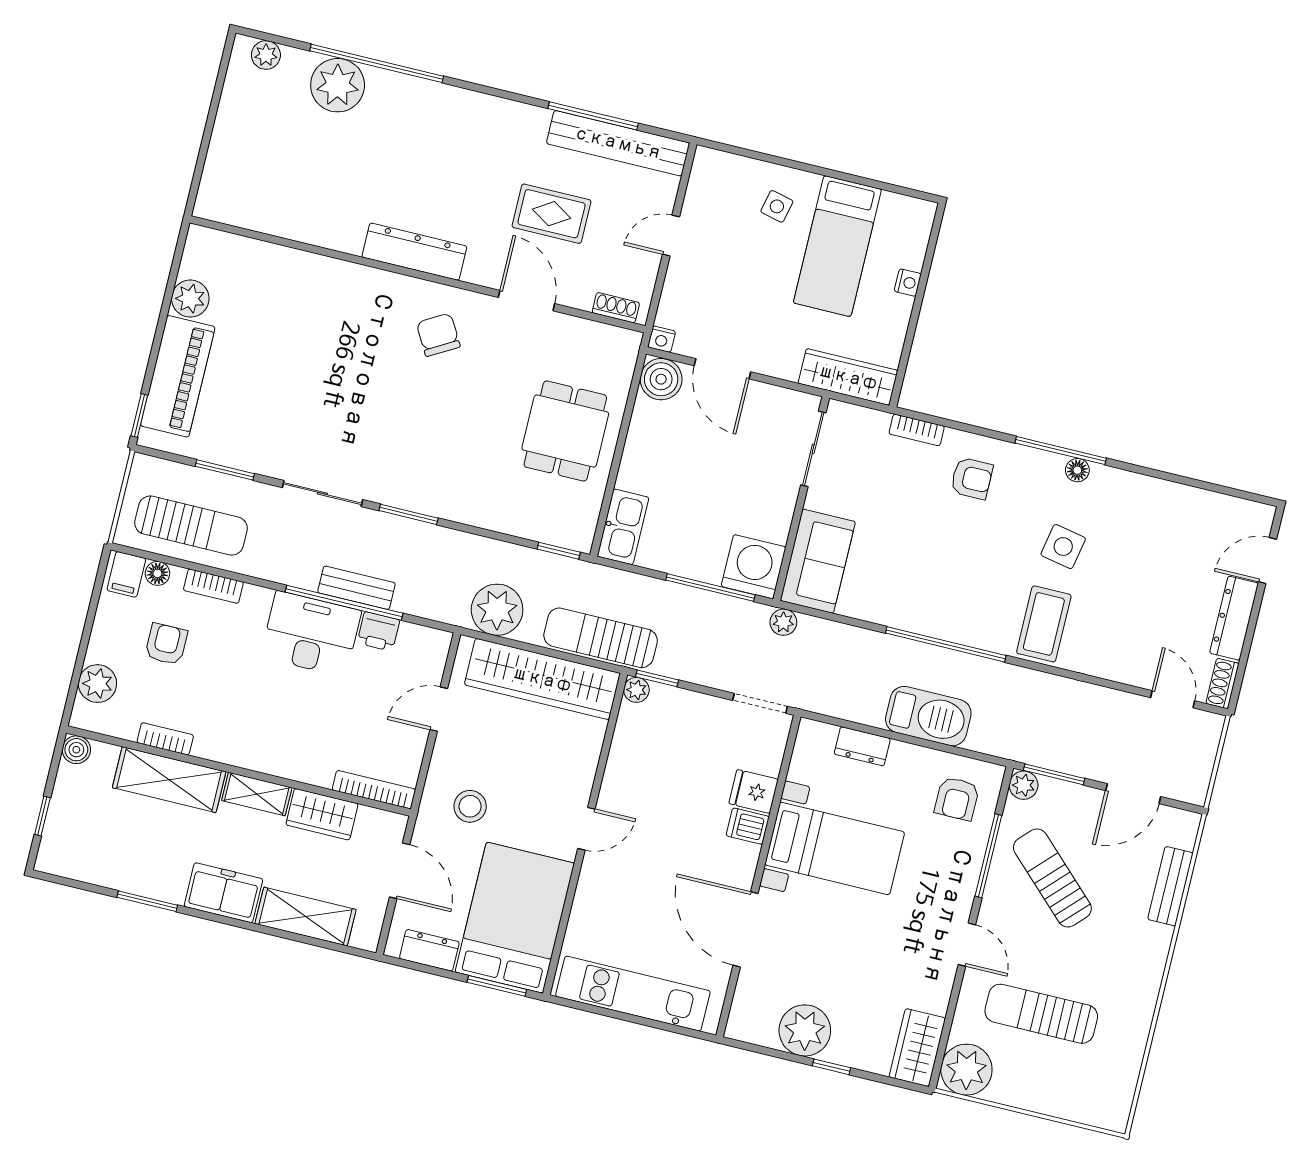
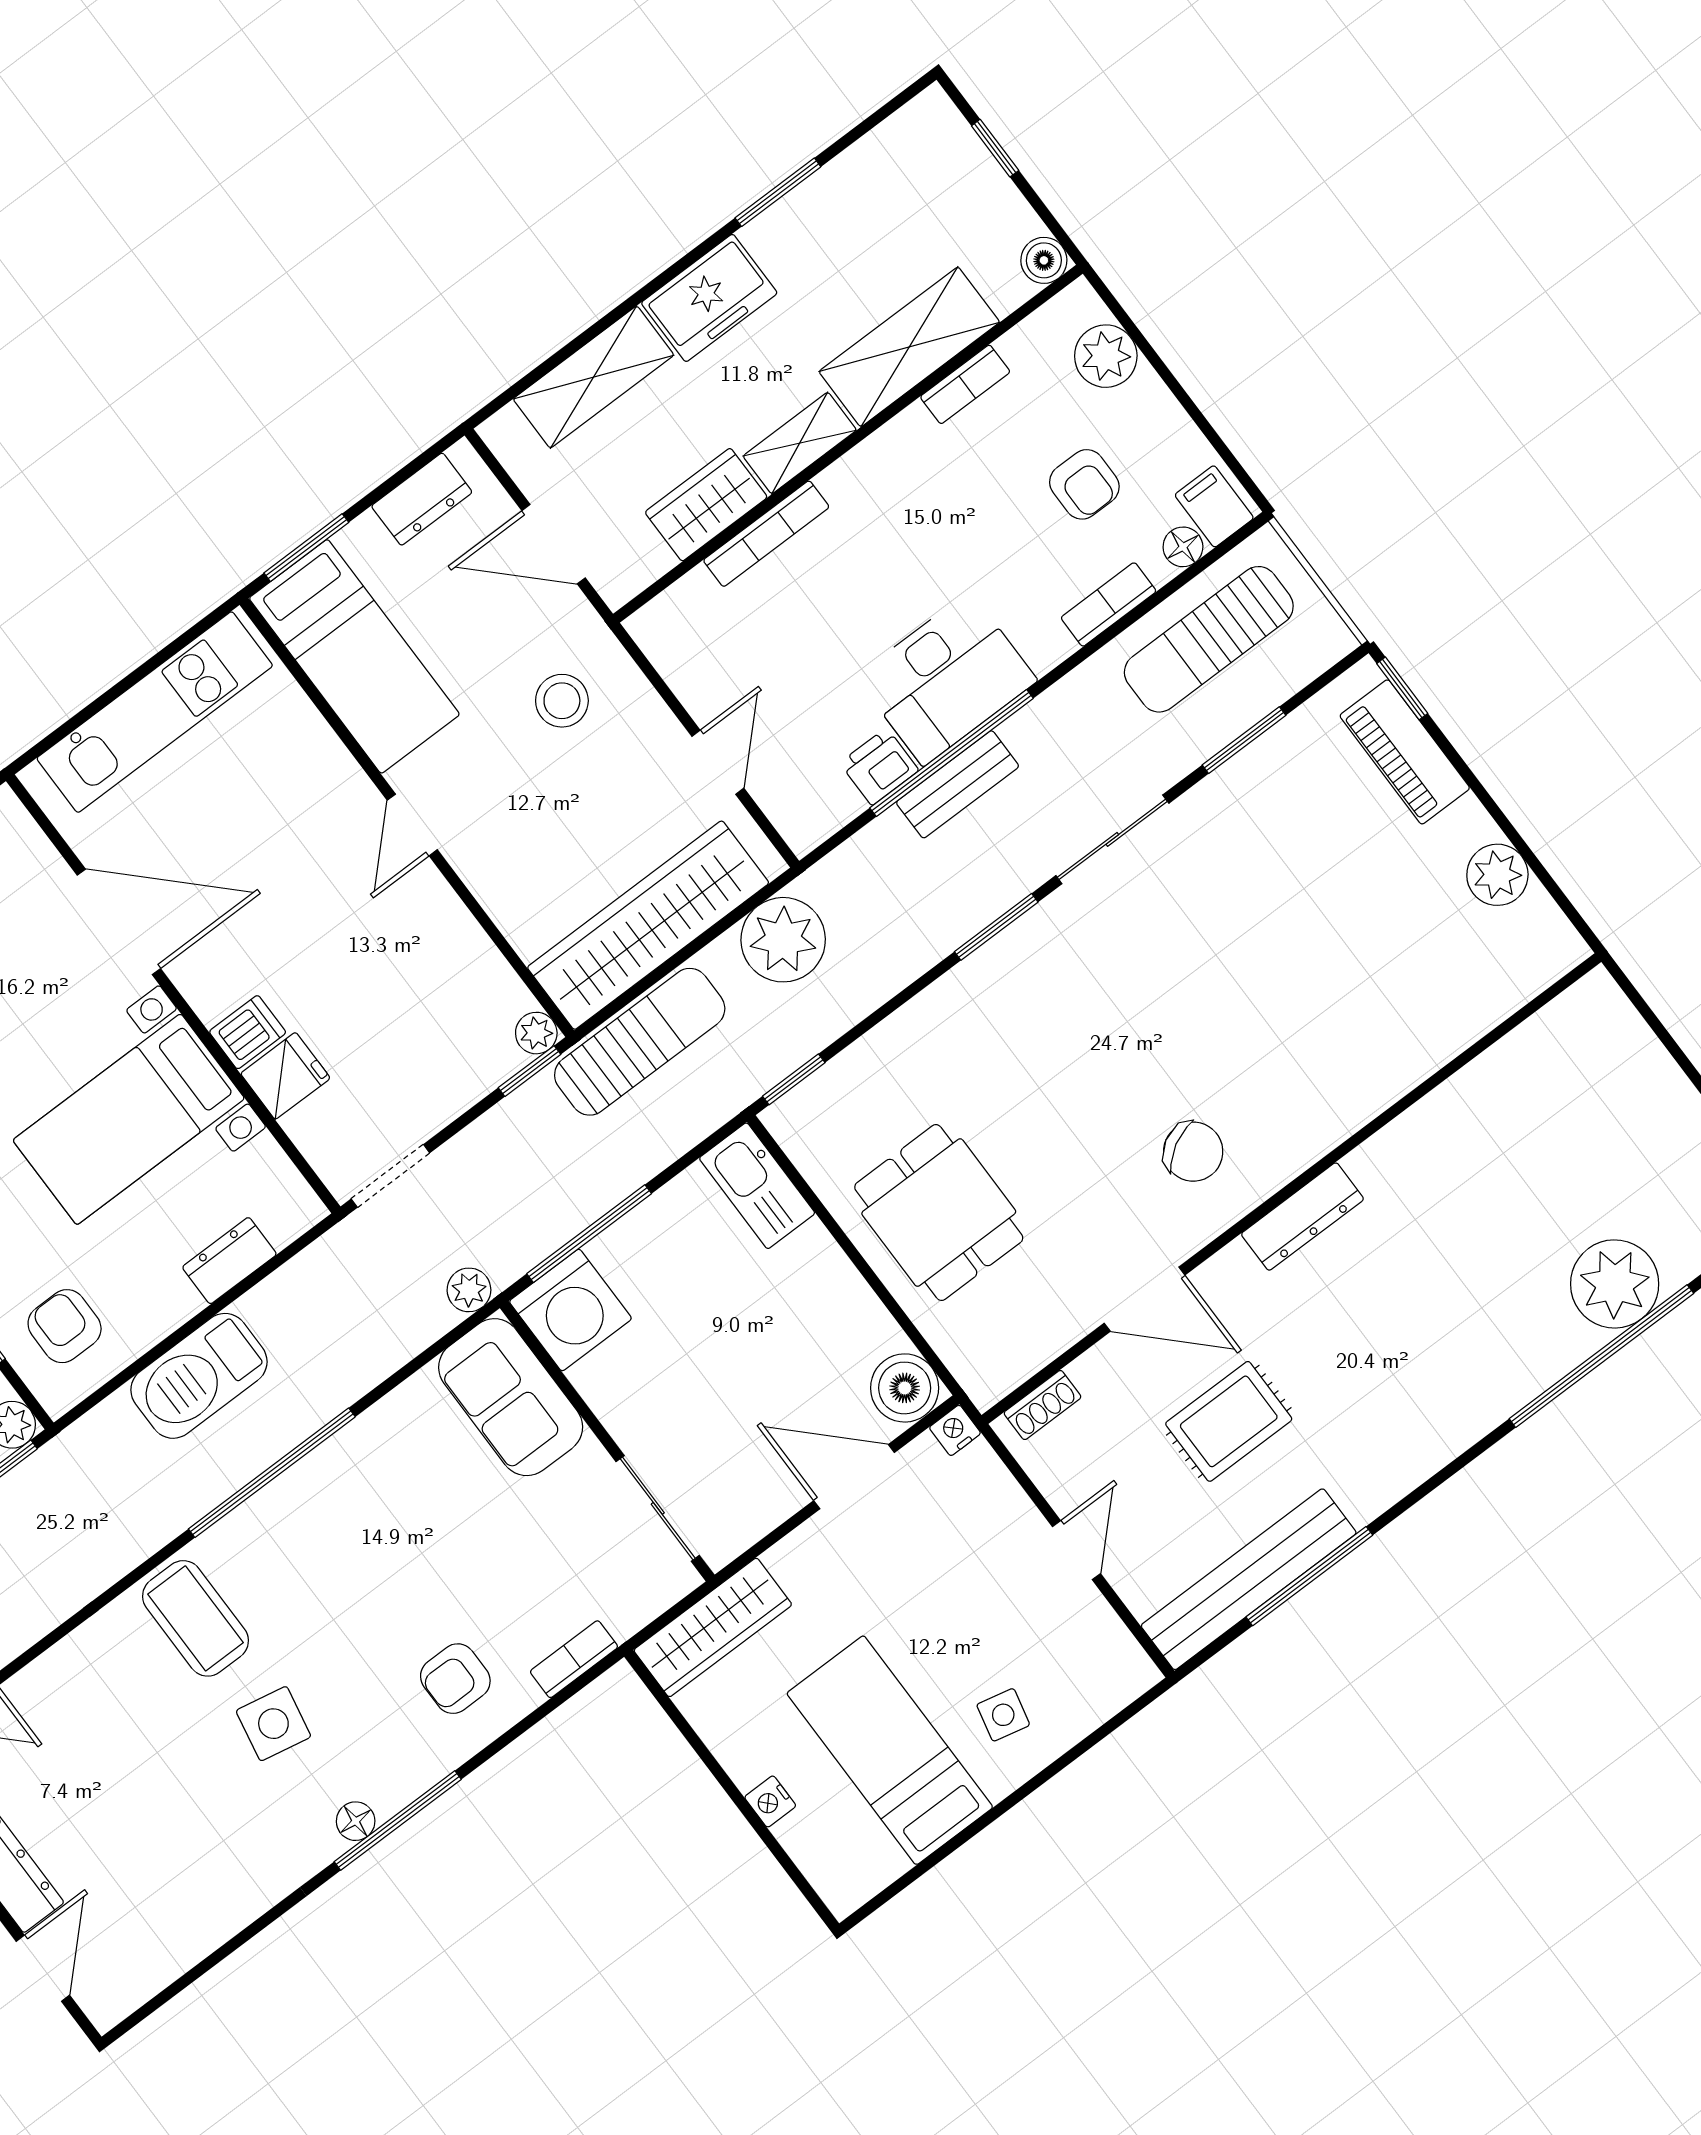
dresser: (414, 252) -> (1302, 1217), width x0.73, depth x0.80
piano: (178, 376) -> (1405, 752), width x0.73, depth x0.75
bookcase: (374, 790) -> (766, 534), moved
bed: (515, 918) -> (354, 656), width x0.67

